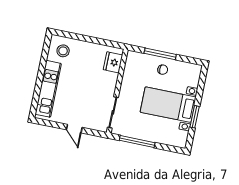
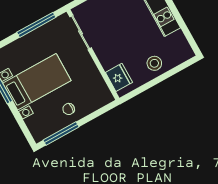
stool: (63, 51) -> (154, 63), moved
window: (160, 54) -> (61, 134), moved

